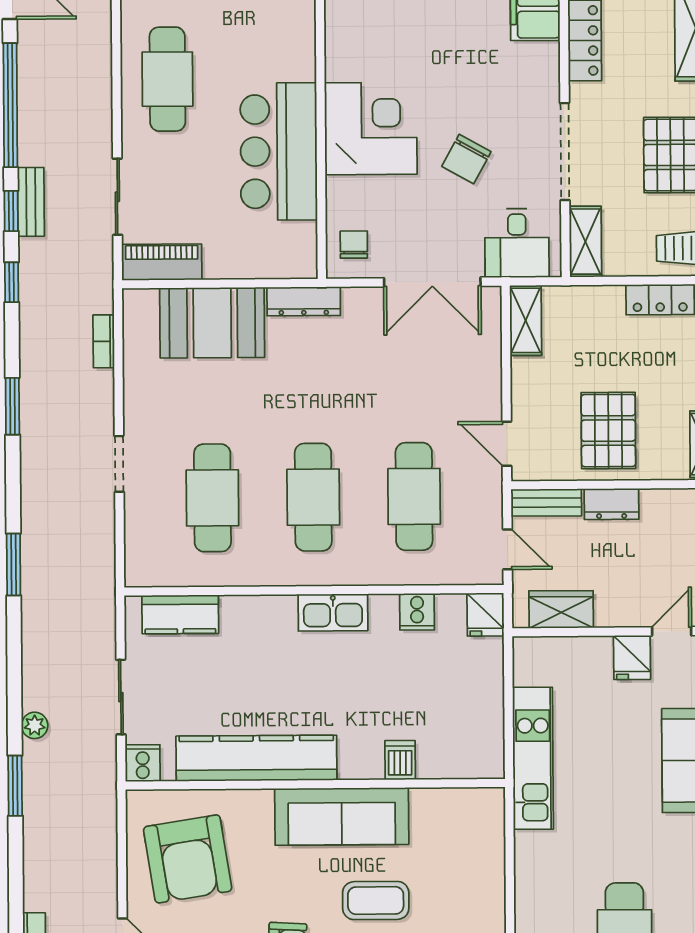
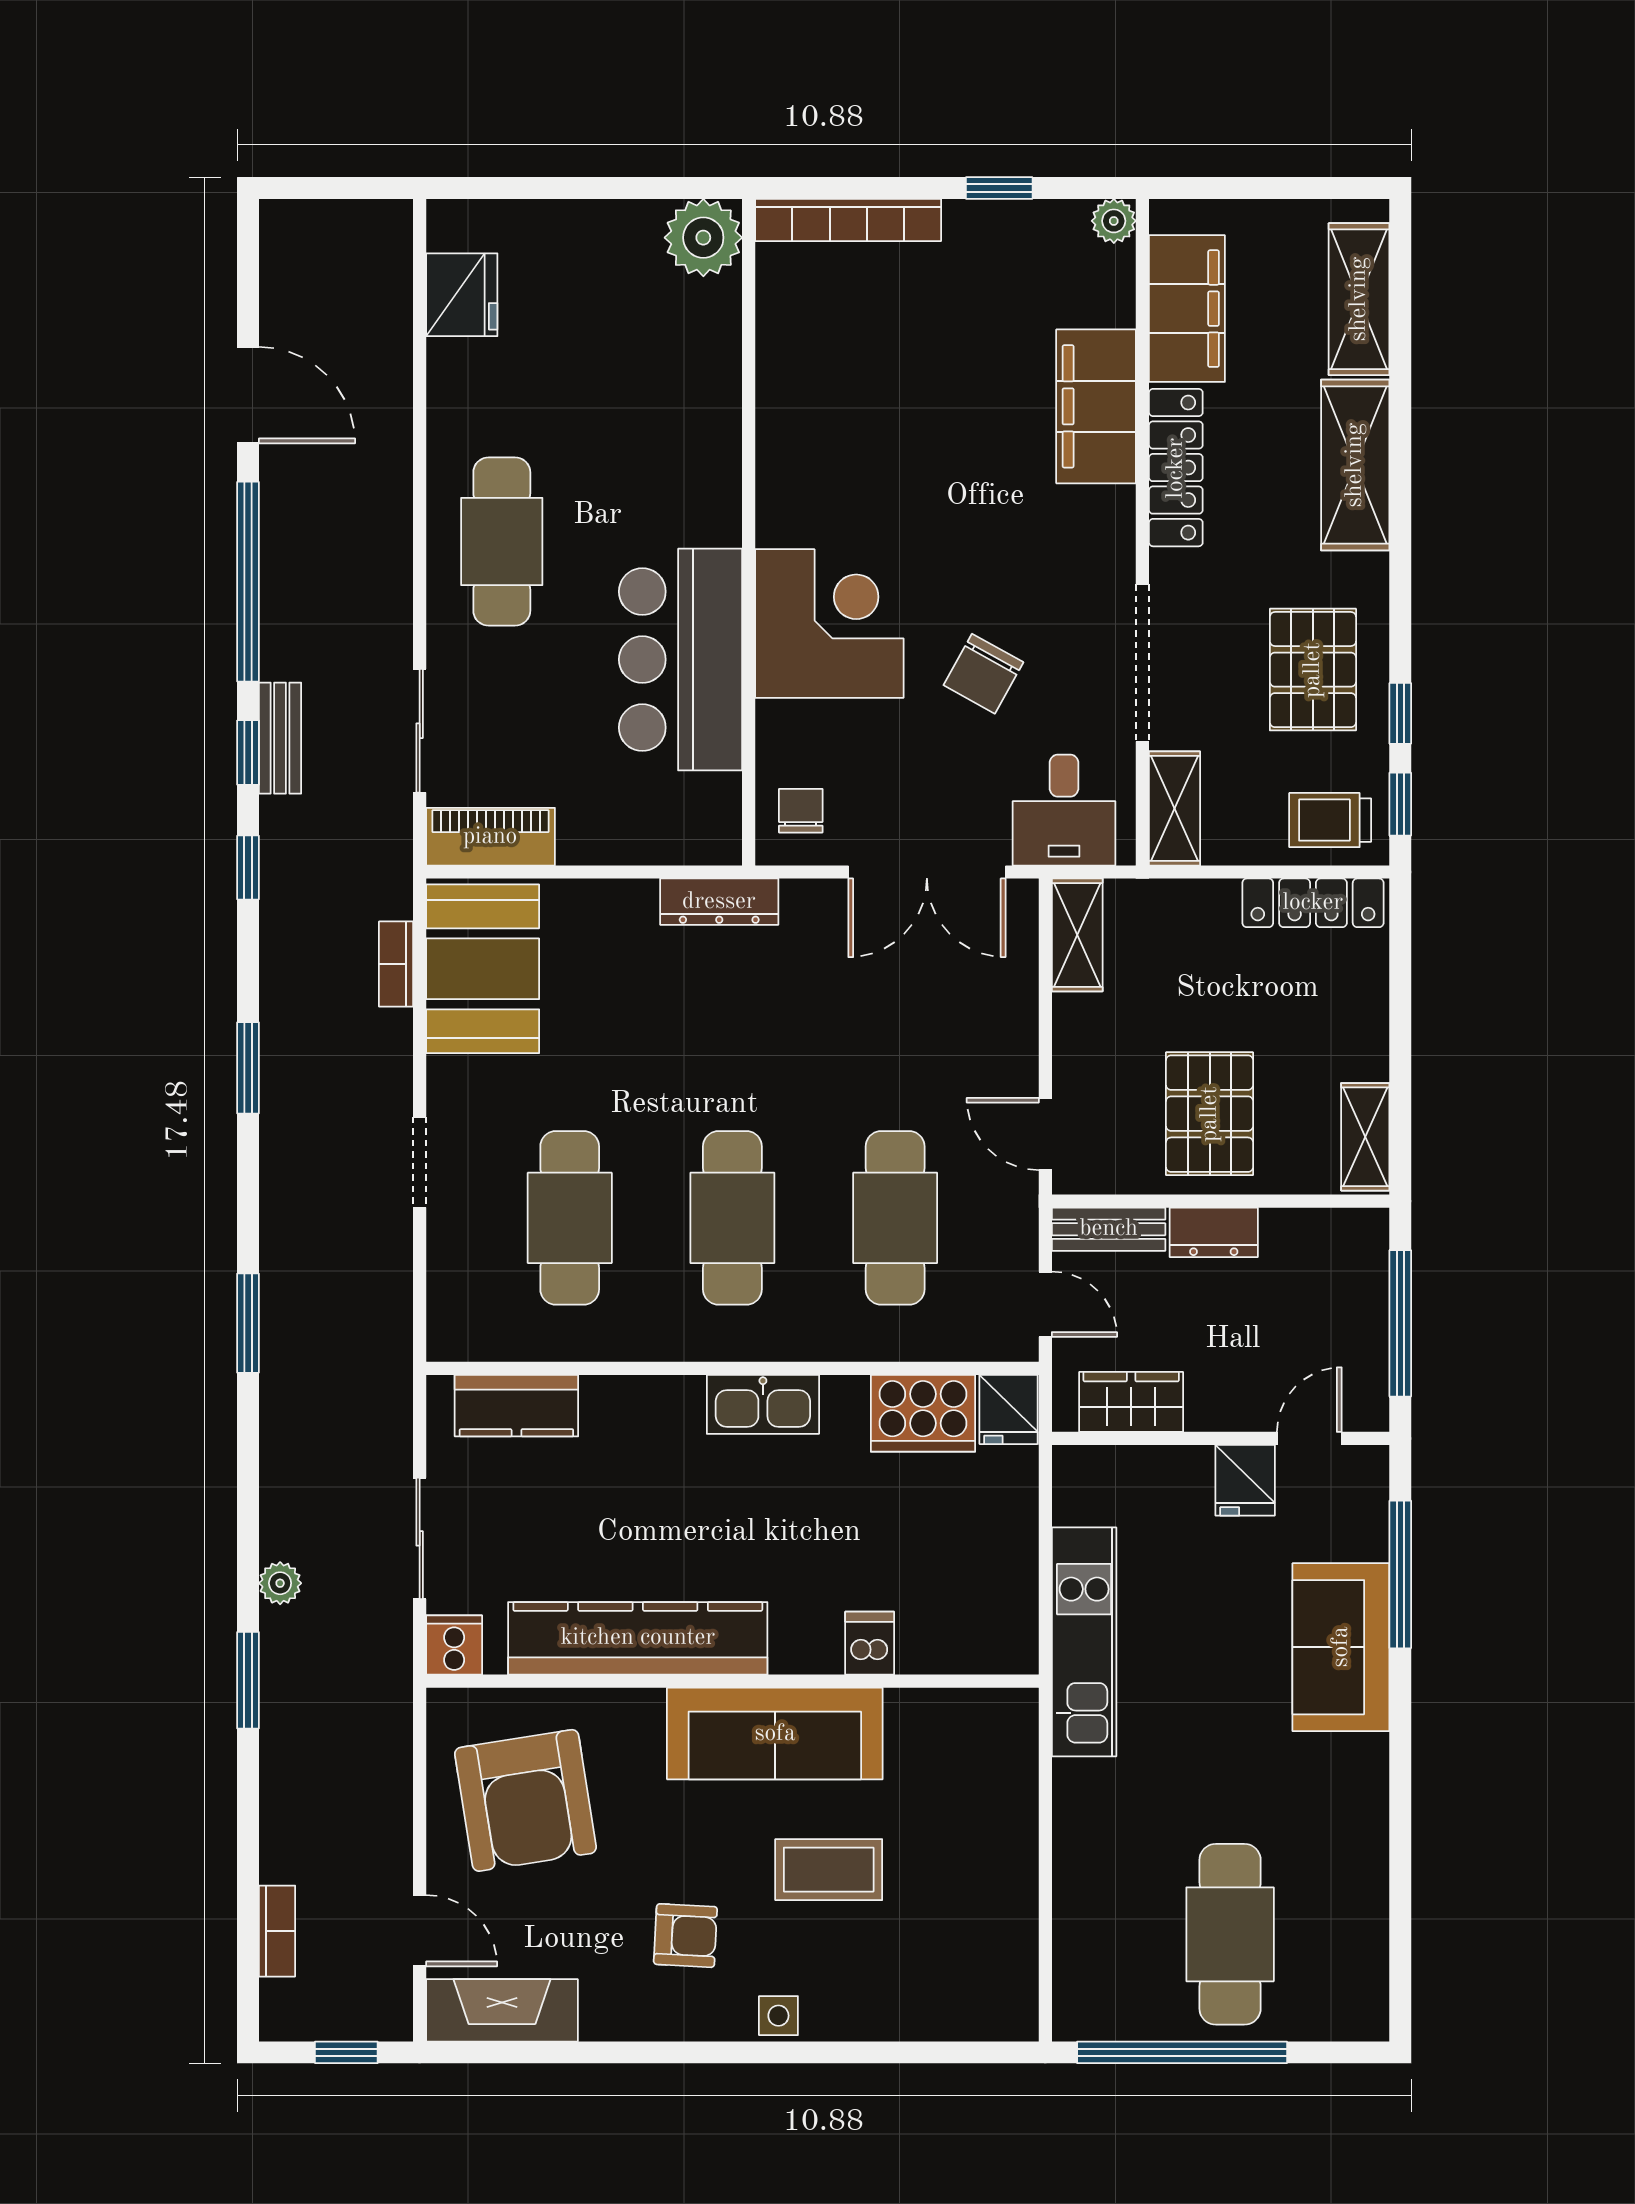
booth: (212, 323) -> (483, 969), moved, turned 90
cooker: (417, 612) -> (923, 1413), width x1.87, depth x1.31

